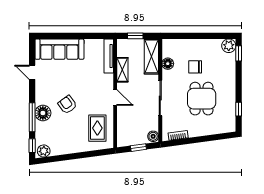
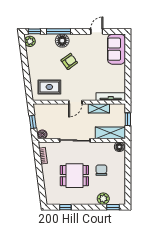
plant: (229, 46) -> (103, 199), moved
sofa: (59, 49) -> (116, 49), width x0.73
floor lamp: (168, 64) -> (119, 147), moved

